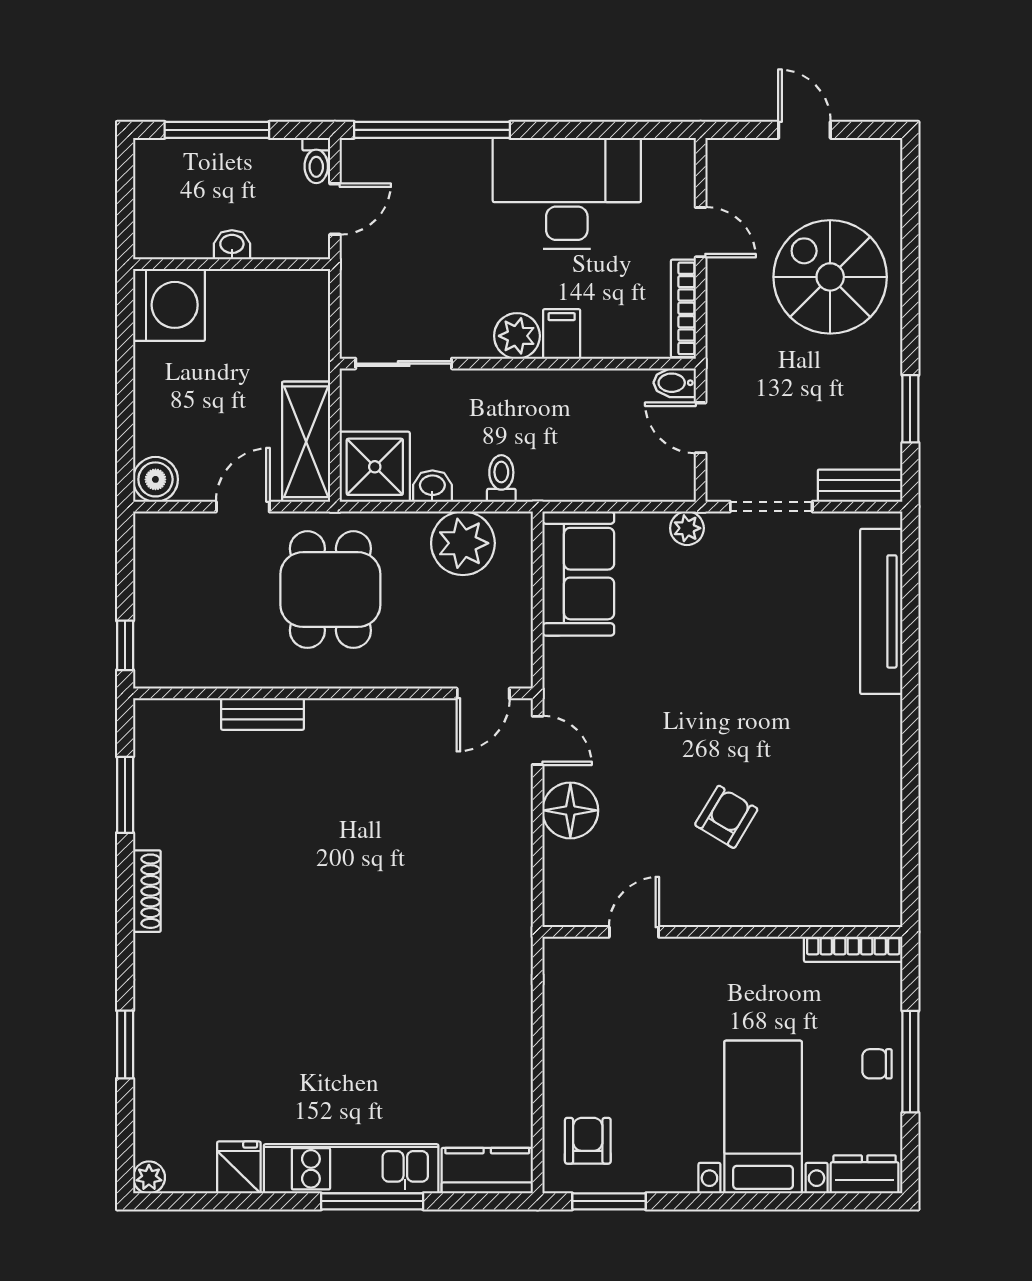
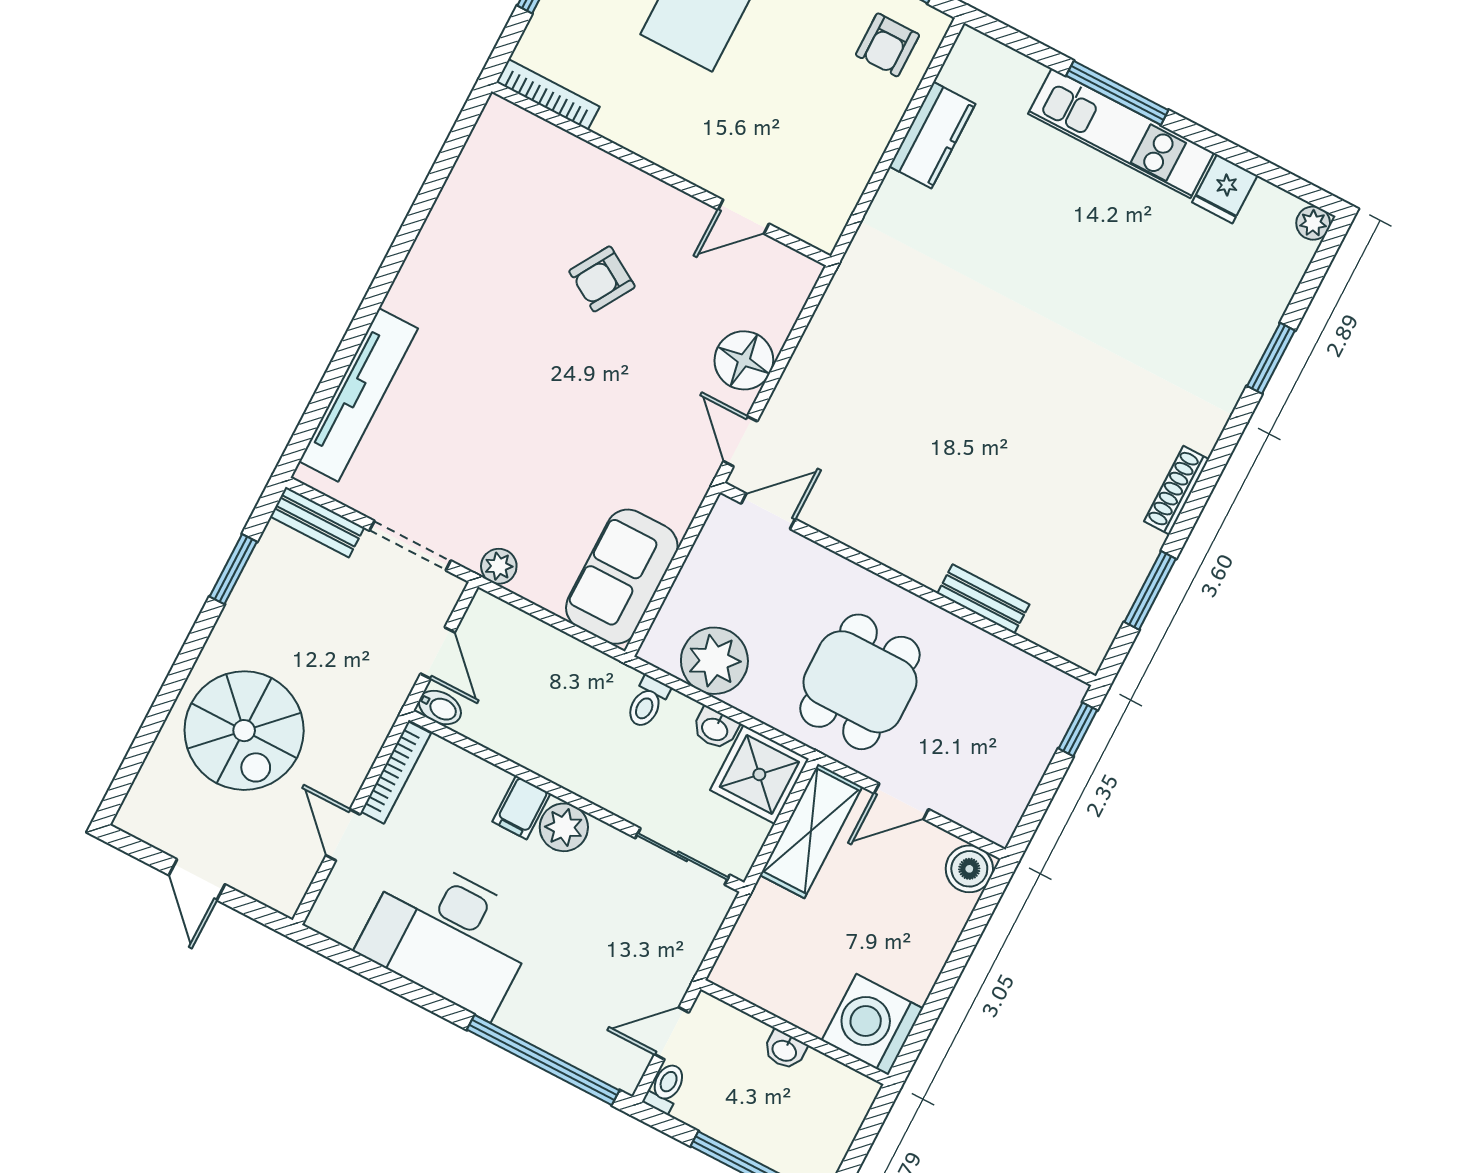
kitchen counter: (487, 1171) -> (932, 135), moved, turned -90

